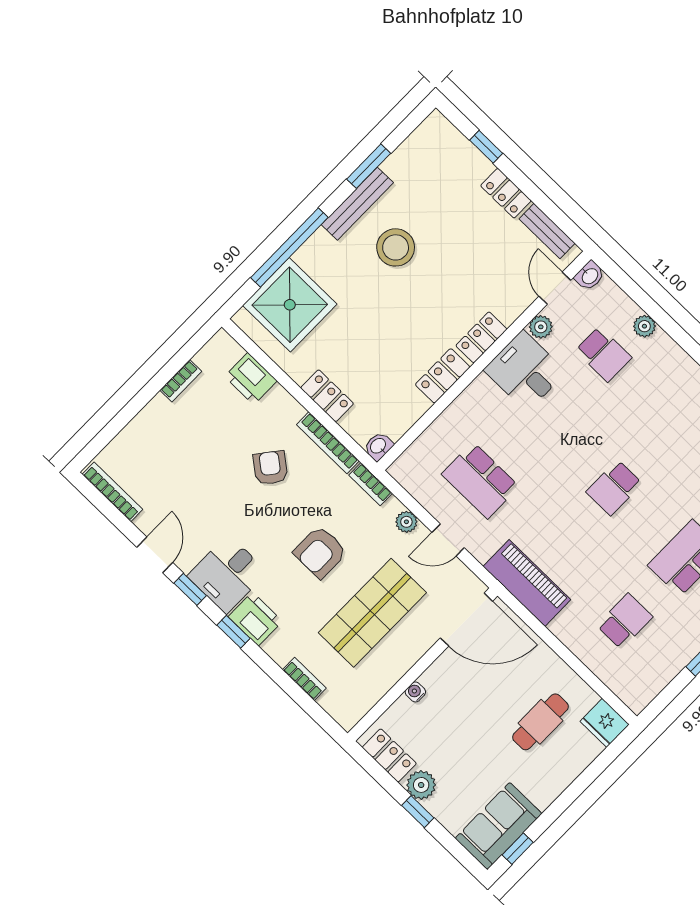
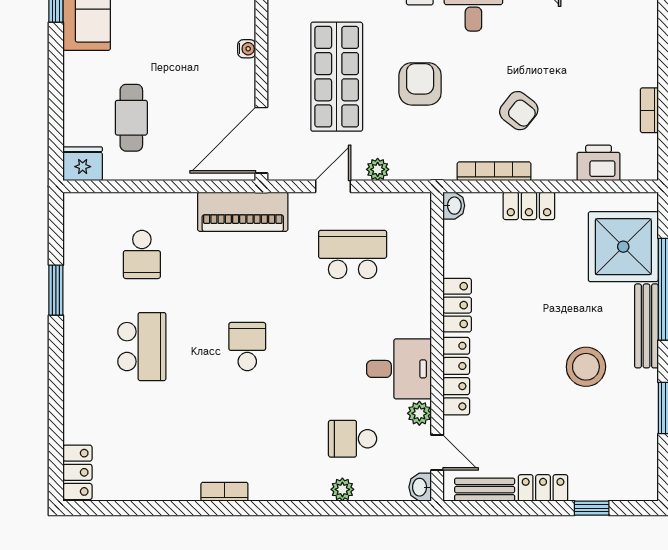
bench: (357, 204) -> (646, 326), moved
locker: (481, 337) -> (456, 376), width x1.53
bookcase: (371, 484) -> (432, 172), removed

